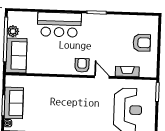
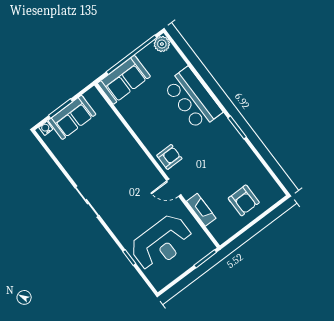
plant: (13, 31) -> (162, 44), moved
door: (102, 77) -> (174, 188), swing flipped

